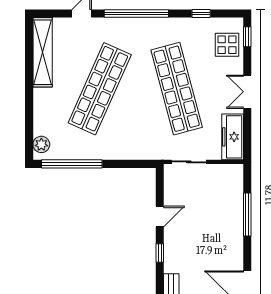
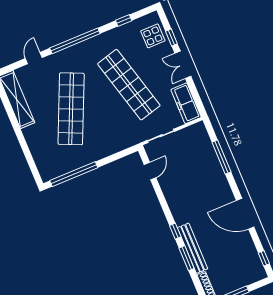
window: (247, 37) -> (171, 37), moved
plant: (41, 144) -> (45, 169), removed
door: (160, 217) -> (150, 171), moved
window: (160, 253) -> (175, 231), moved

